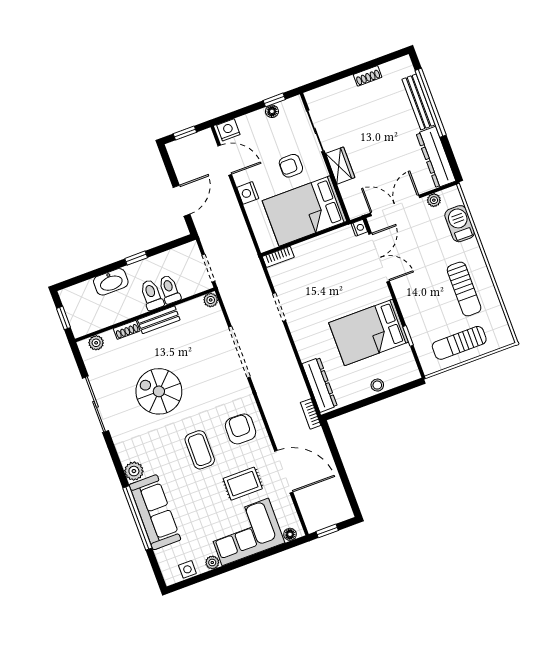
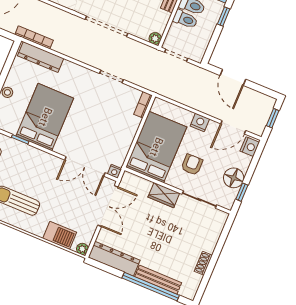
floor lamp: (272, 111) -> (234, 178), width x1.89, depth x1.89
plant: (434, 200) -> (82, 249), moved
bookcase: (311, 414) -> (34, 37), width x1.56

